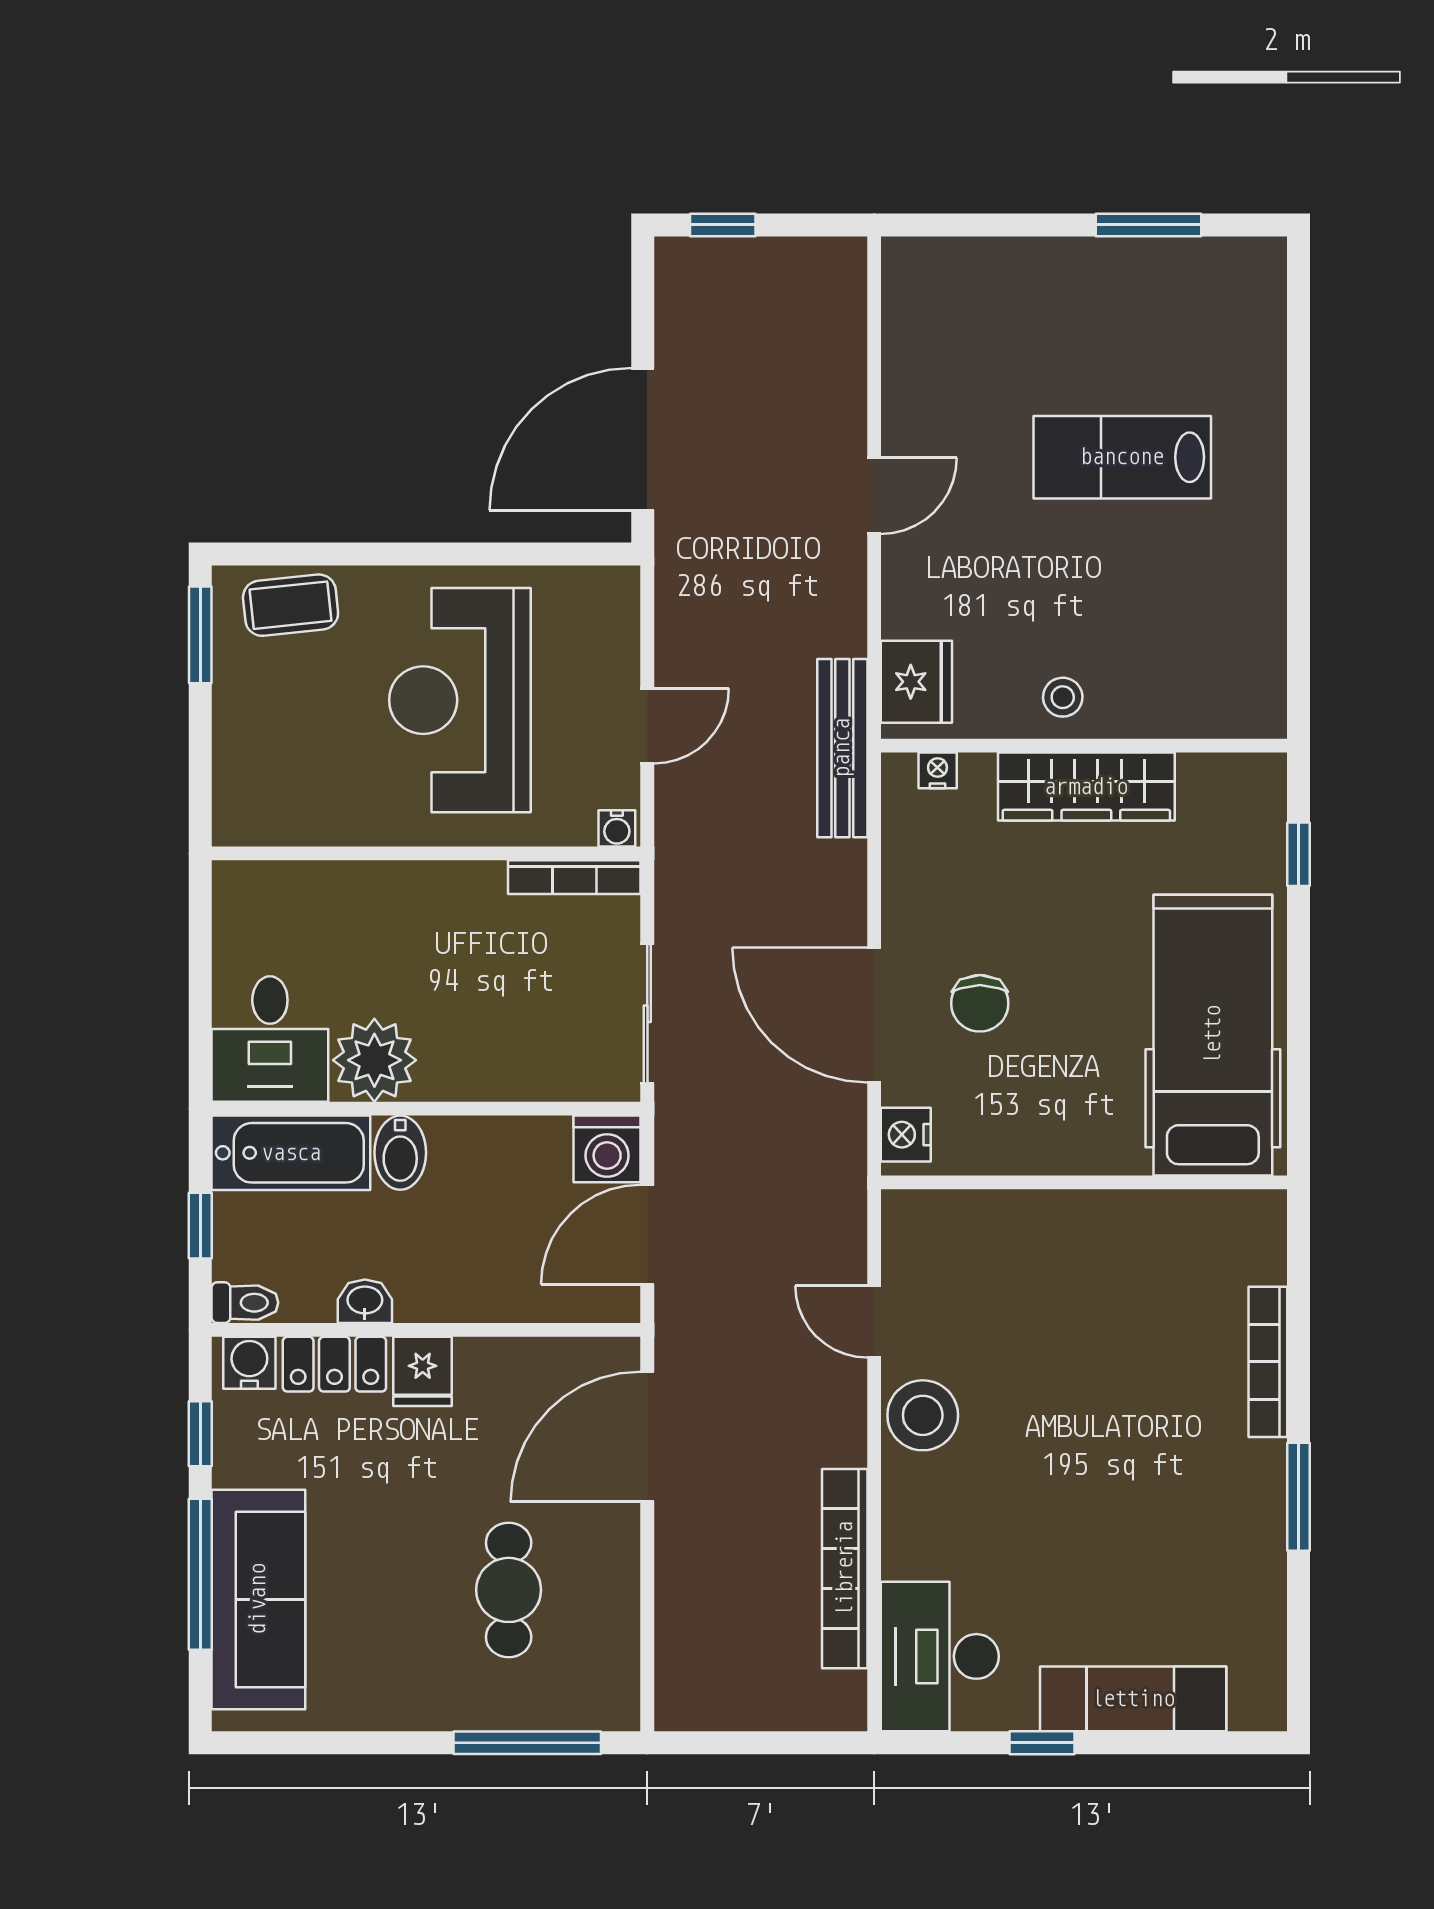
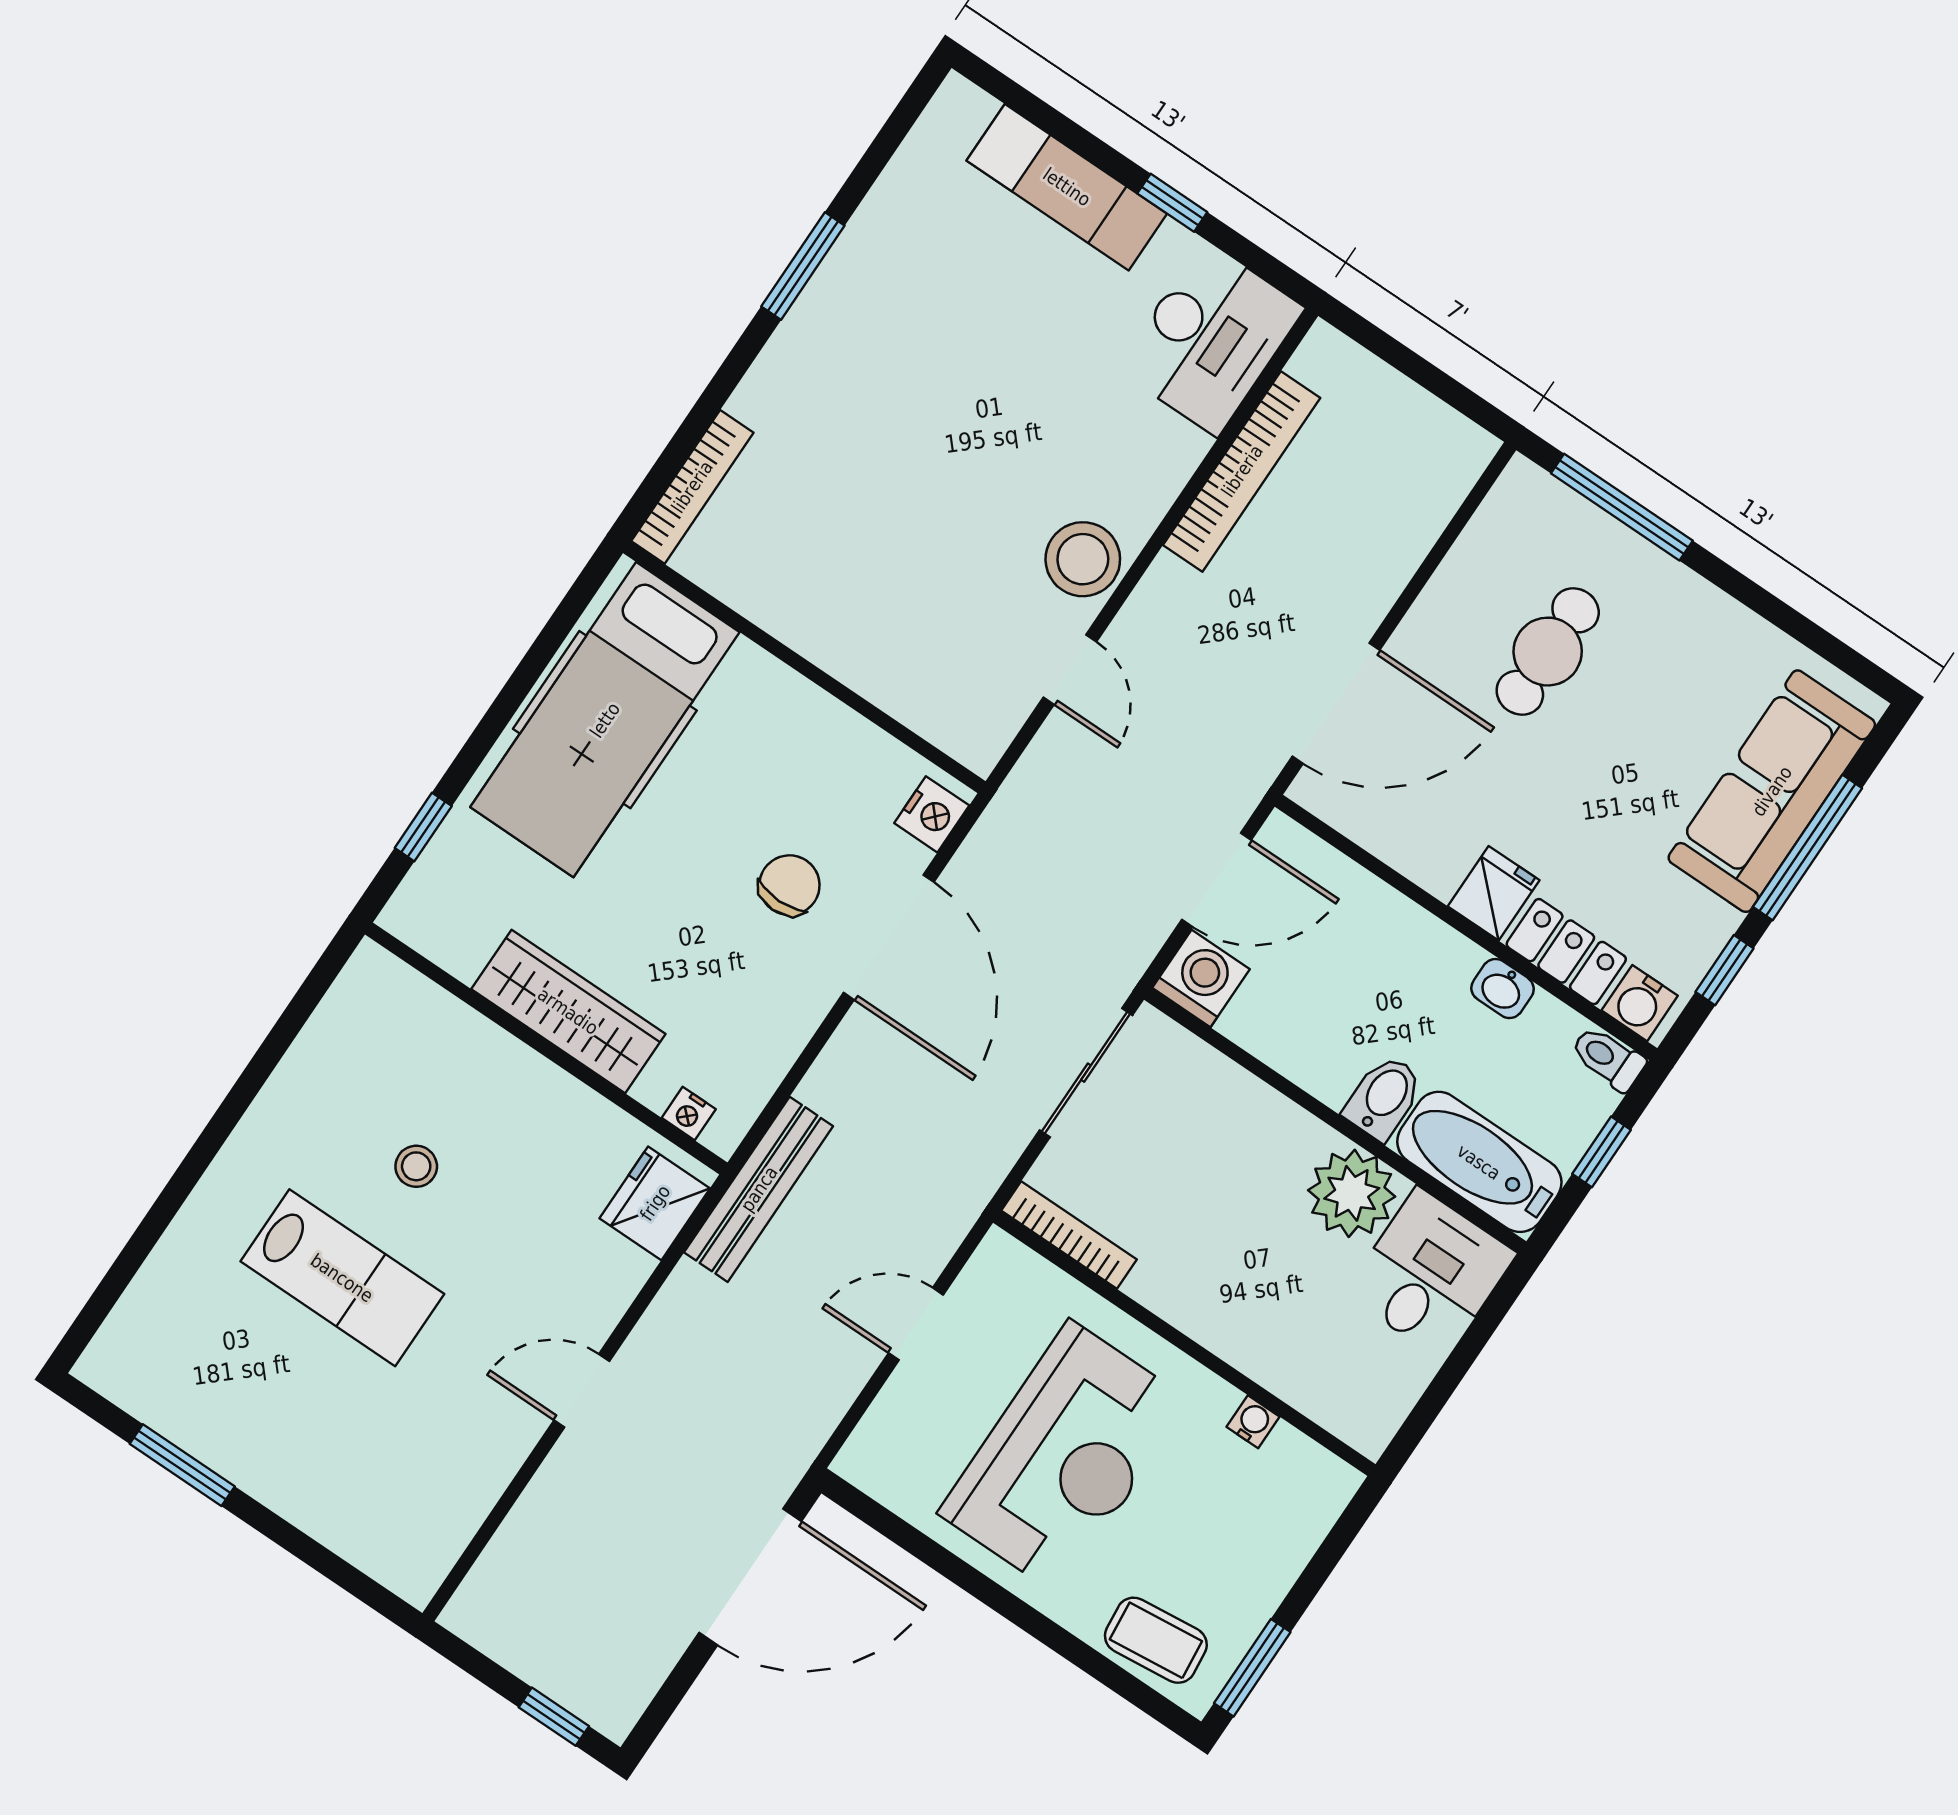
stool: (1063, 697) -> (416, 1166), moved
water cooler: (617, 828) -> (1253, 1422), moved
bookcase: (1268, 1362) -> (692, 487), moved

